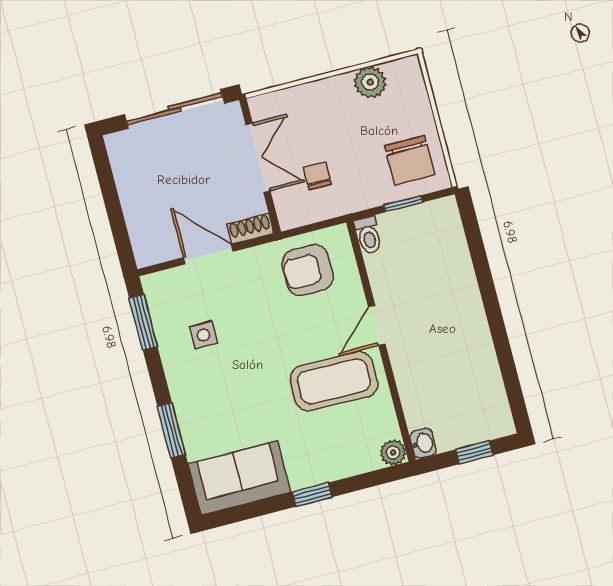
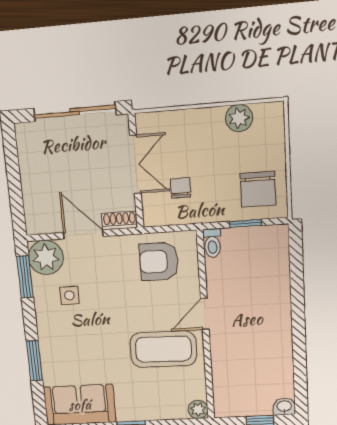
plant: (166, 292) -> (46, 257), added
washbasin: (423, 443) -> (284, 406), moved, turned -90

